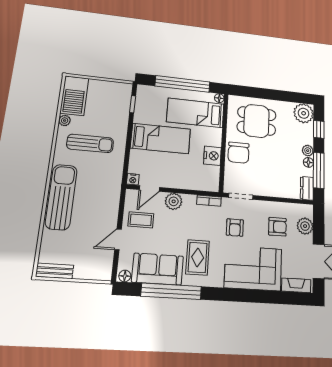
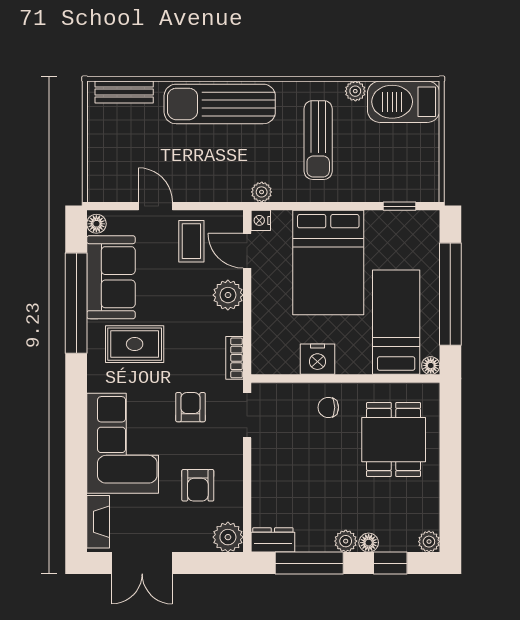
plant: (304, 113) -> (429, 542), width x0.53, depth x0.53
bed: (161, 139) -> (328, 263), width x1.50
chair: (238, 153) -> (328, 407), width x0.54, depth x0.54
floor lamp: (308, 162) -> (369, 543), moved
plant: (116, 177) -> (262, 192), added
sun lounger: (61, 197) -> (220, 104), turned 180
plant: (305, 226) -> (228, 537), moved
armchair: (235, 228) -> (191, 407), turned 90
bench: (55, 271) -> (124, 92), moved, turned 90

